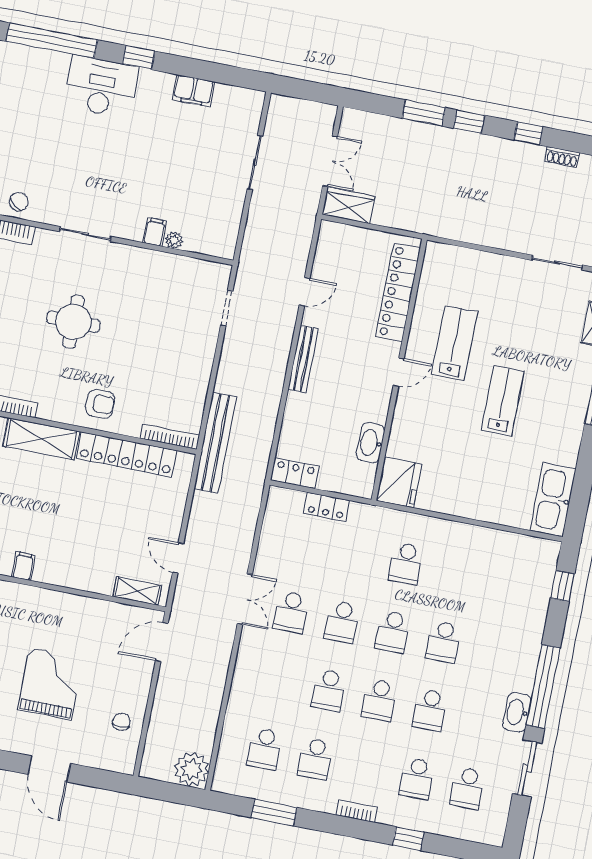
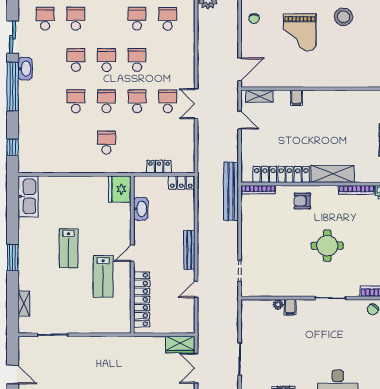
filing cabinet: (23, 566) -> (297, 98), moved

